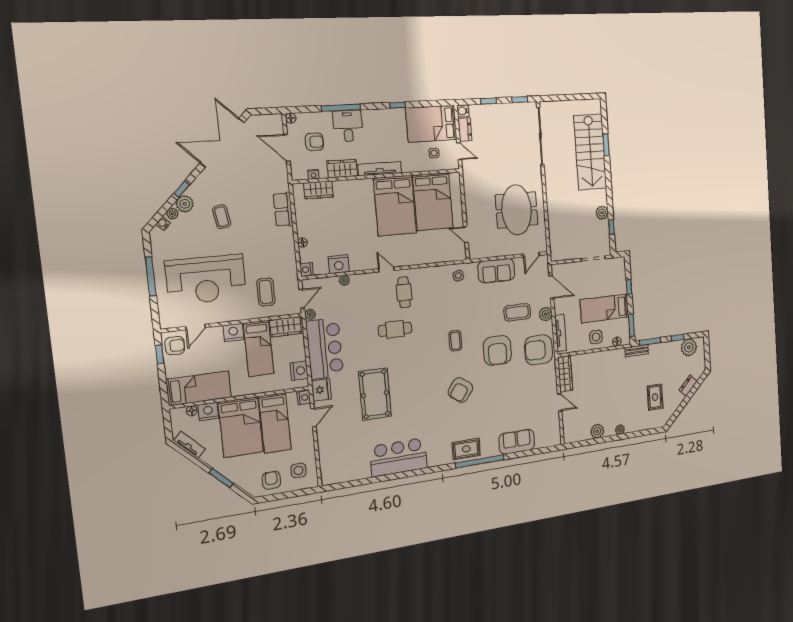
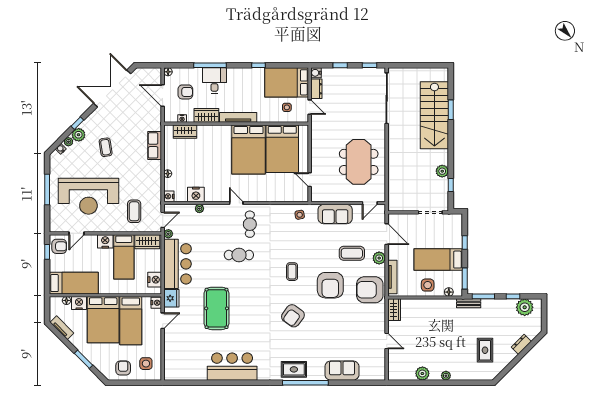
wardrobe: (565, 374) -> (394, 310), width x0.67

